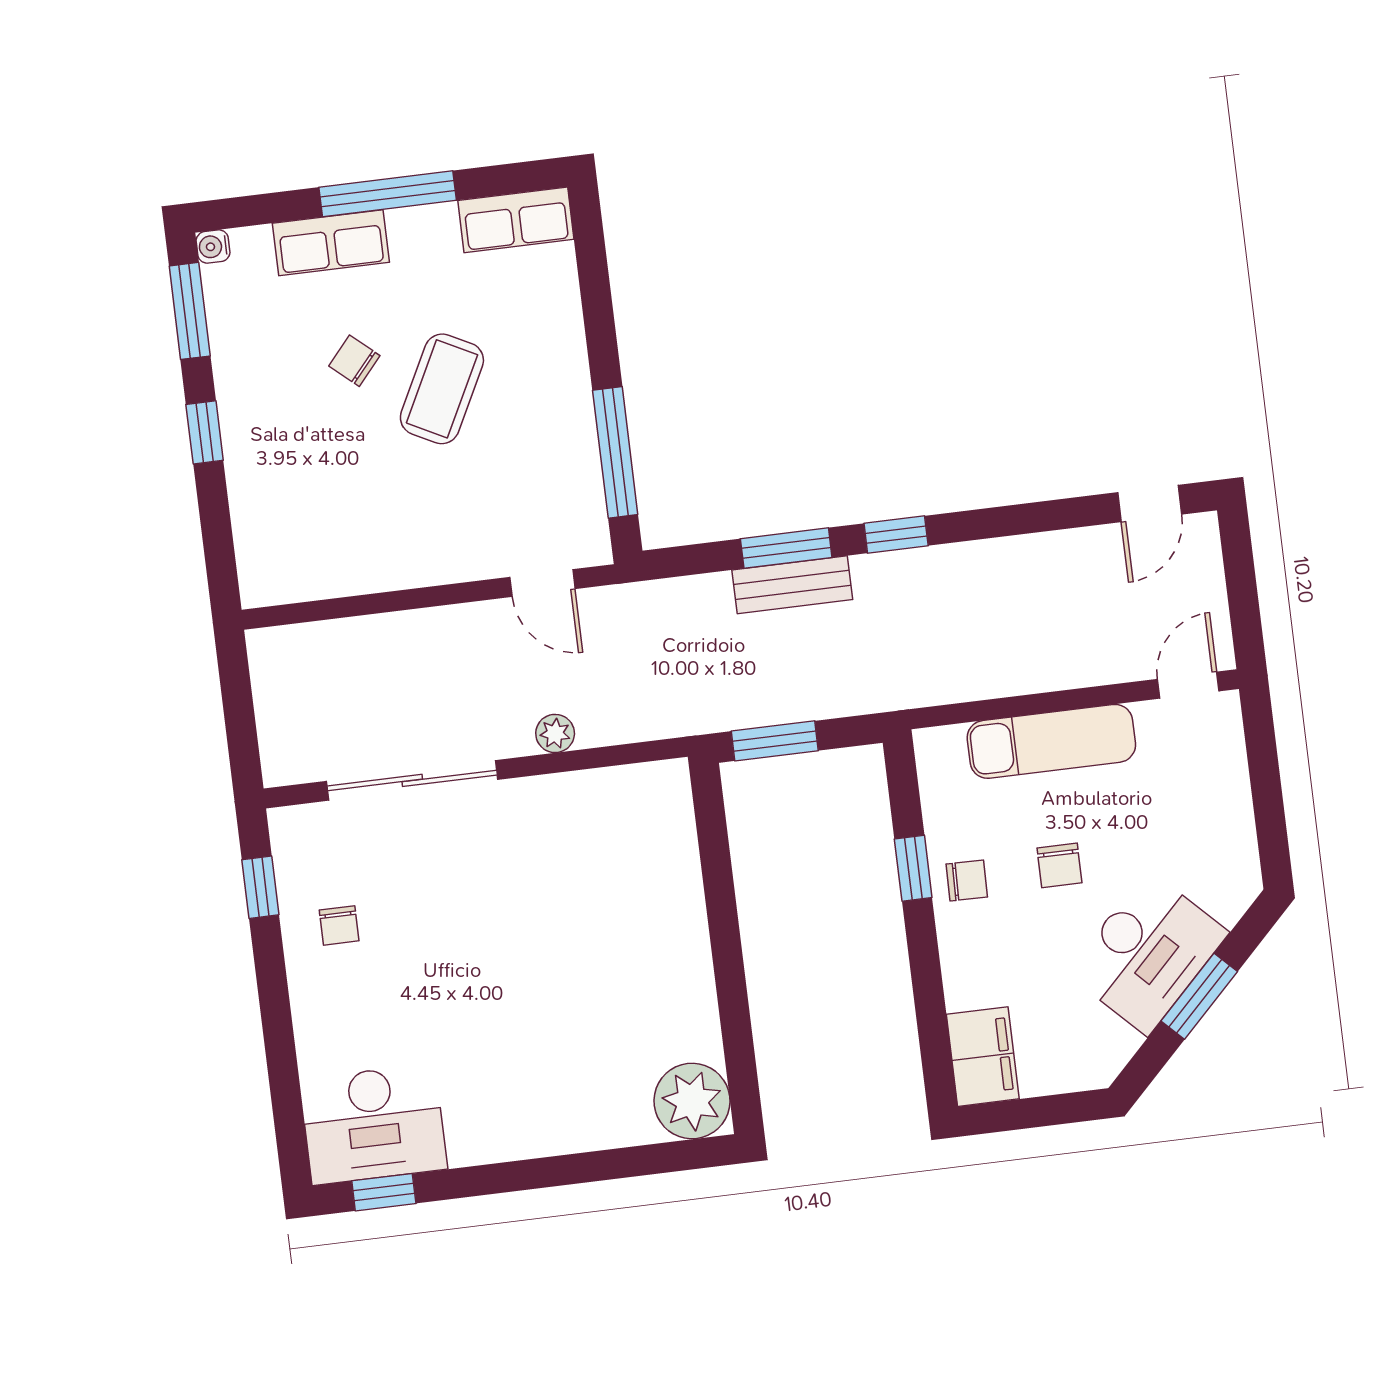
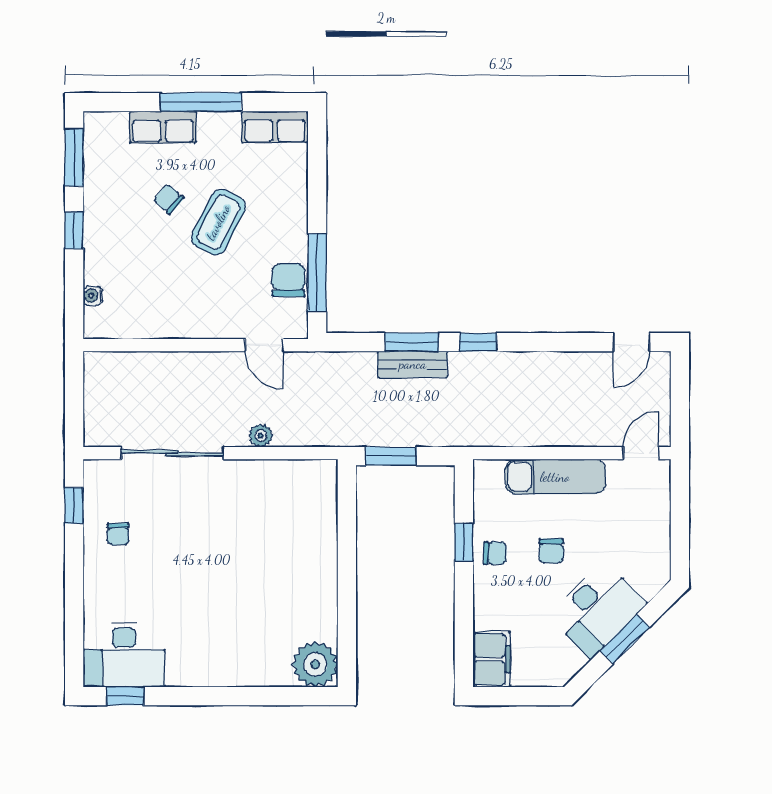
water cooler: (213, 247) -> (93, 296), moved
chair: (569, 471) -> (288, 280), added

